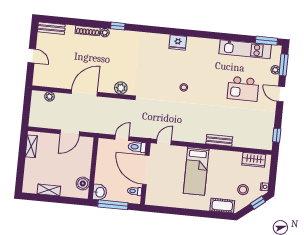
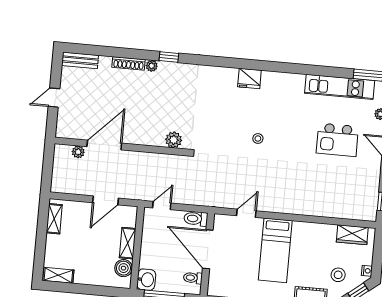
door: (32, 56) -> (54, 98), swing flipped
door: (84, 93) -> (104, 145), moved
door: (122, 138) -> (162, 205), moved
bench: (219, 140) -> (306, 209), removed
door: (164, 142) -> (246, 213), moved
shelving: (86, 165) -> (128, 243), added
shelving: (49, 190) -> (58, 275), moved

